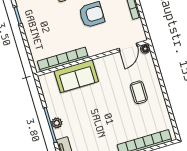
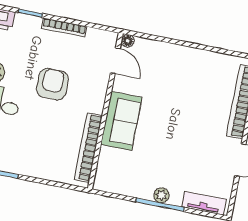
sofa: (76, 76) -> (121, 121), moved
coffee table: (139, 92) -> (176, 77), removed

